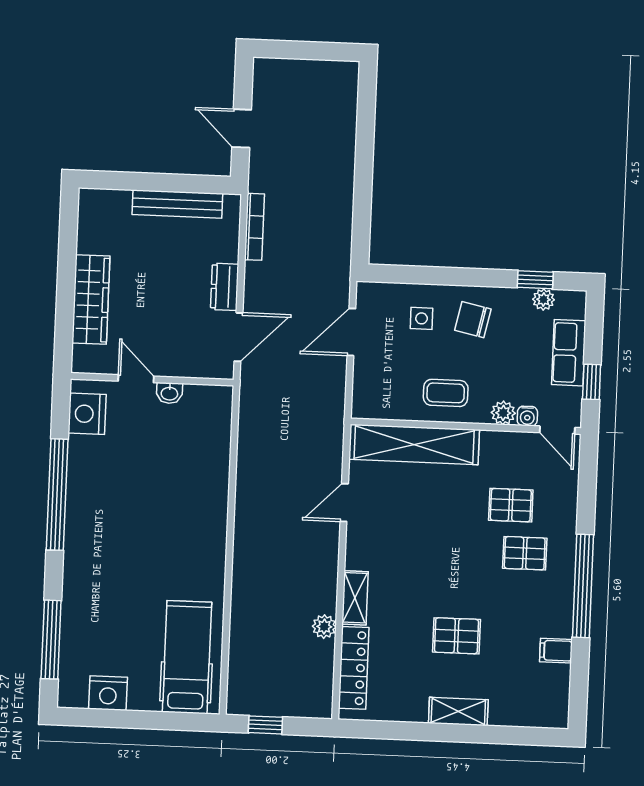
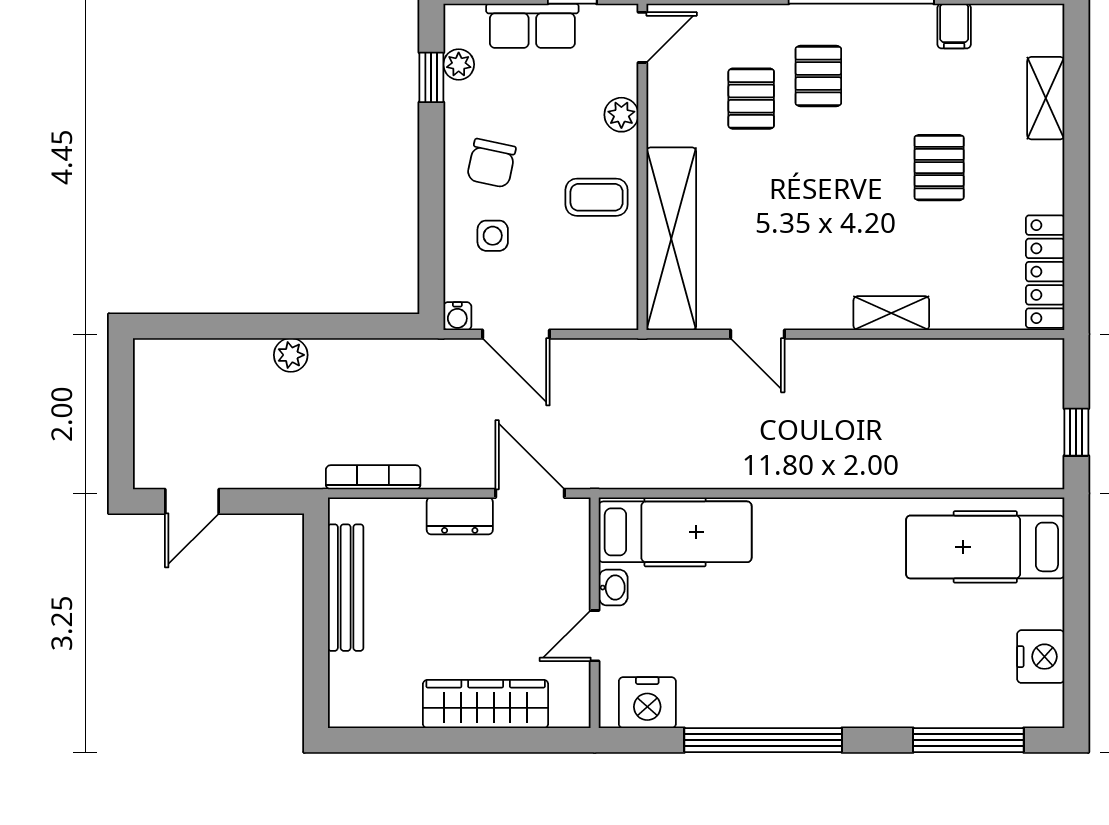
door: (242, 128) -> (192, 501), moved
coffee table: (446, 393) -> (597, 197), turned 90
water cooler: (527, 416) -> (457, 316), moved, turned 90
hospital bed: (207, 438) -> (675, 532), added
plant: (324, 627) -> (291, 355), moved
locker: (354, 668) -> (1045, 272), moved, turned -90
shelving: (458, 711) -> (1046, 98), moved

